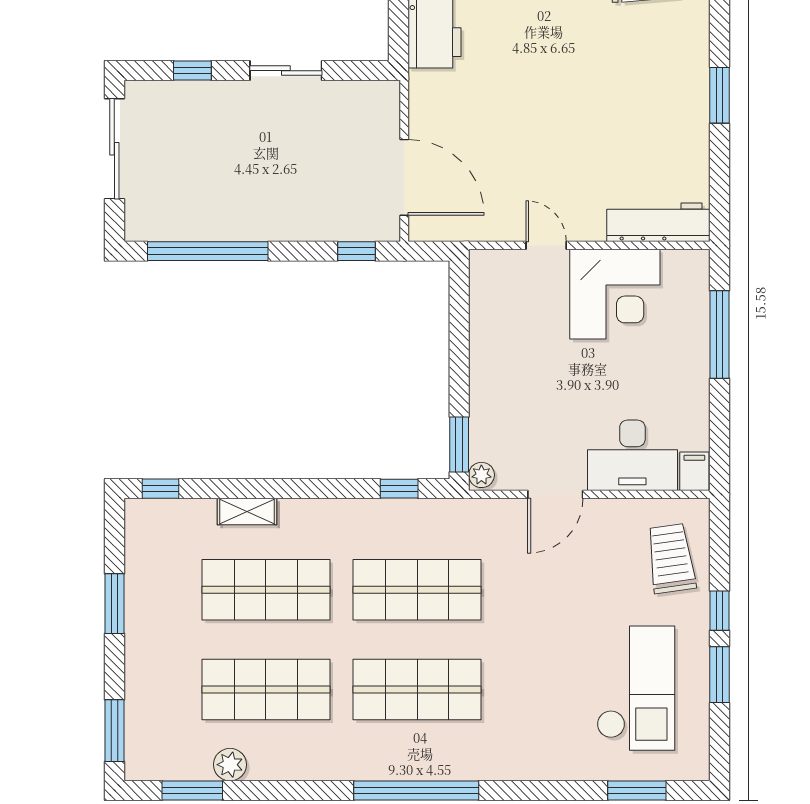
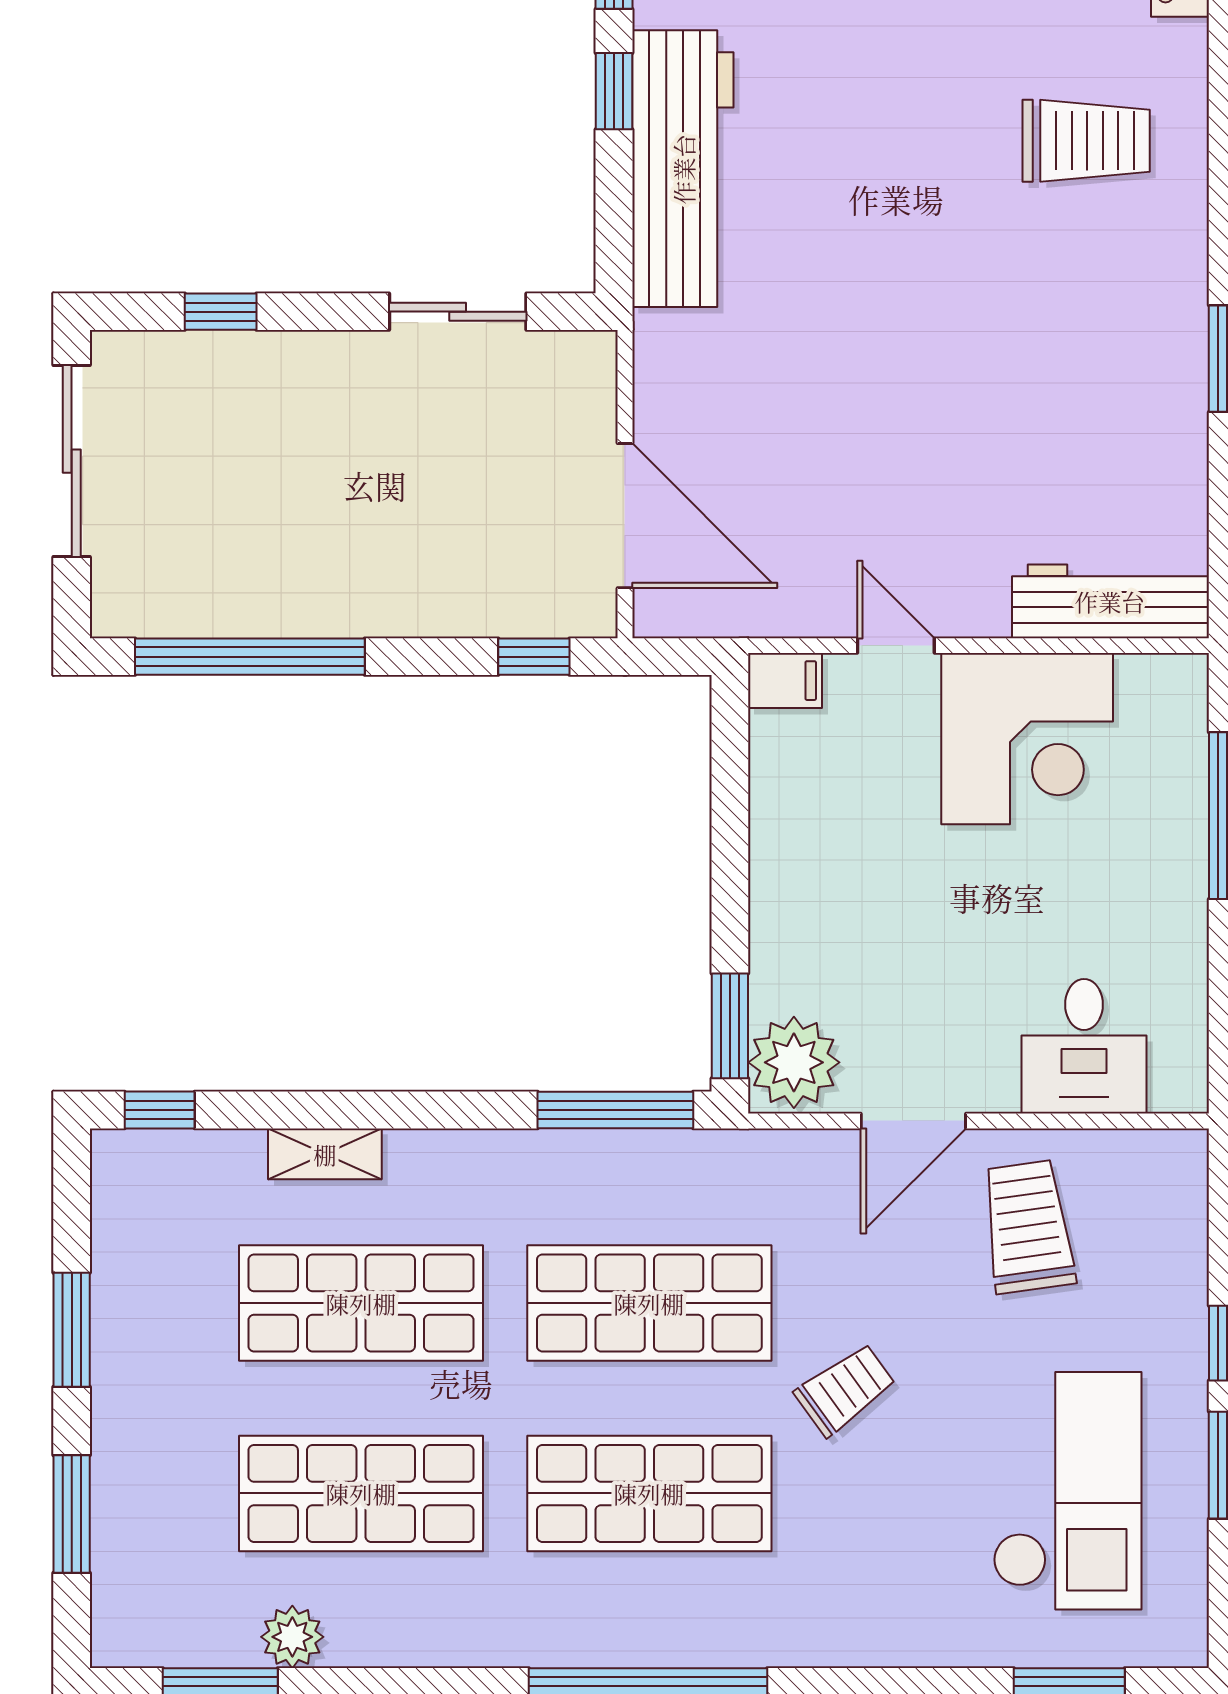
sliding door: (286, 71) -> (458, 312), moved
desk: (632, 455) -> (1084, 1046), width x0.73
filing cabinet: (694, 471) -> (785, 681), moved, turned 90
plant: (481, 475) -> (794, 1062), width x1.88, depth x1.88
window: (399, 489) -> (615, 1110), width x2.17
trolley: (671, 558) -> (1028, 1227), moved
trolley: (519, 635) -> (845, 1390), added
window: (114, 731) -> (72, 1514), moved

